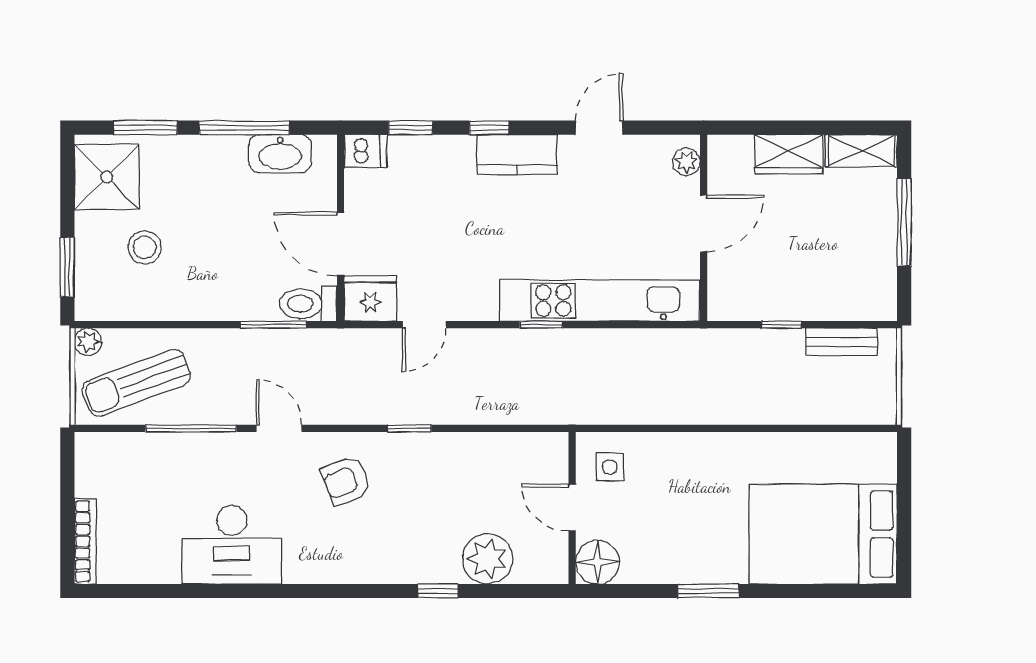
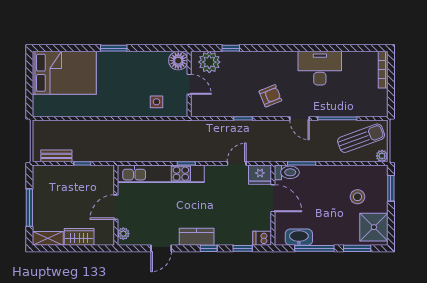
door: (572, 508) -> (189, 84), moved
wall: (572, 508) -> (189, 84), moved
floor lamp: (598, 562) -> (178, 61), moved

